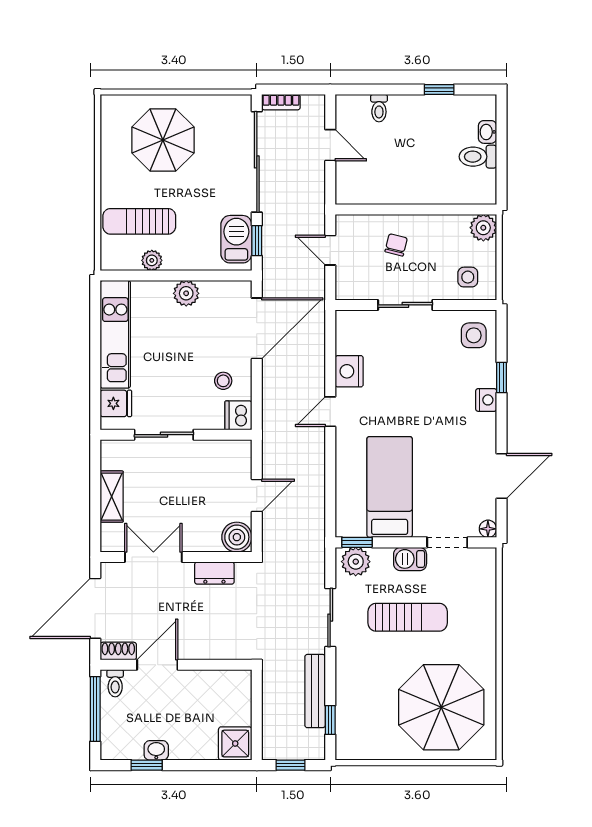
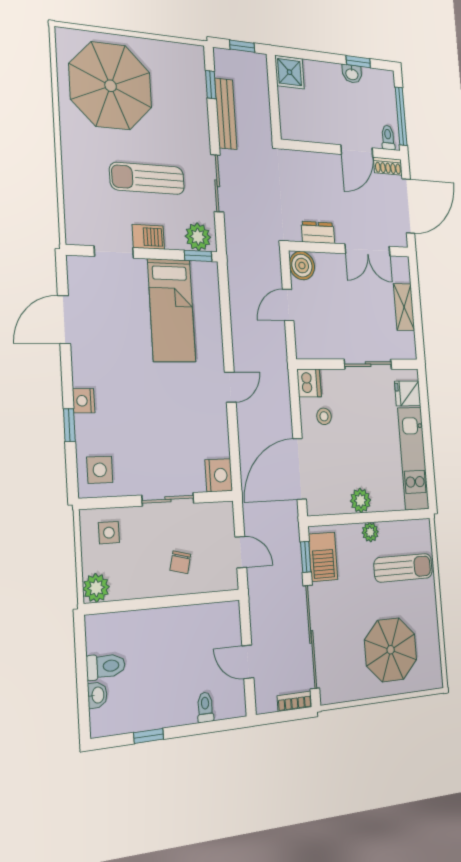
plant: (152, 260) -> (370, 532), moved
nightstand: (349, 371) -> (219, 475), moved
floor lamp: (488, 529) -> (75, 264), removed

